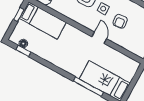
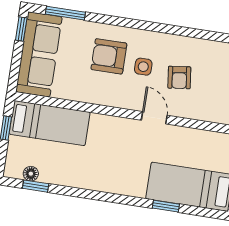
window: (88, 87) -> (166, 206), width x0.46

